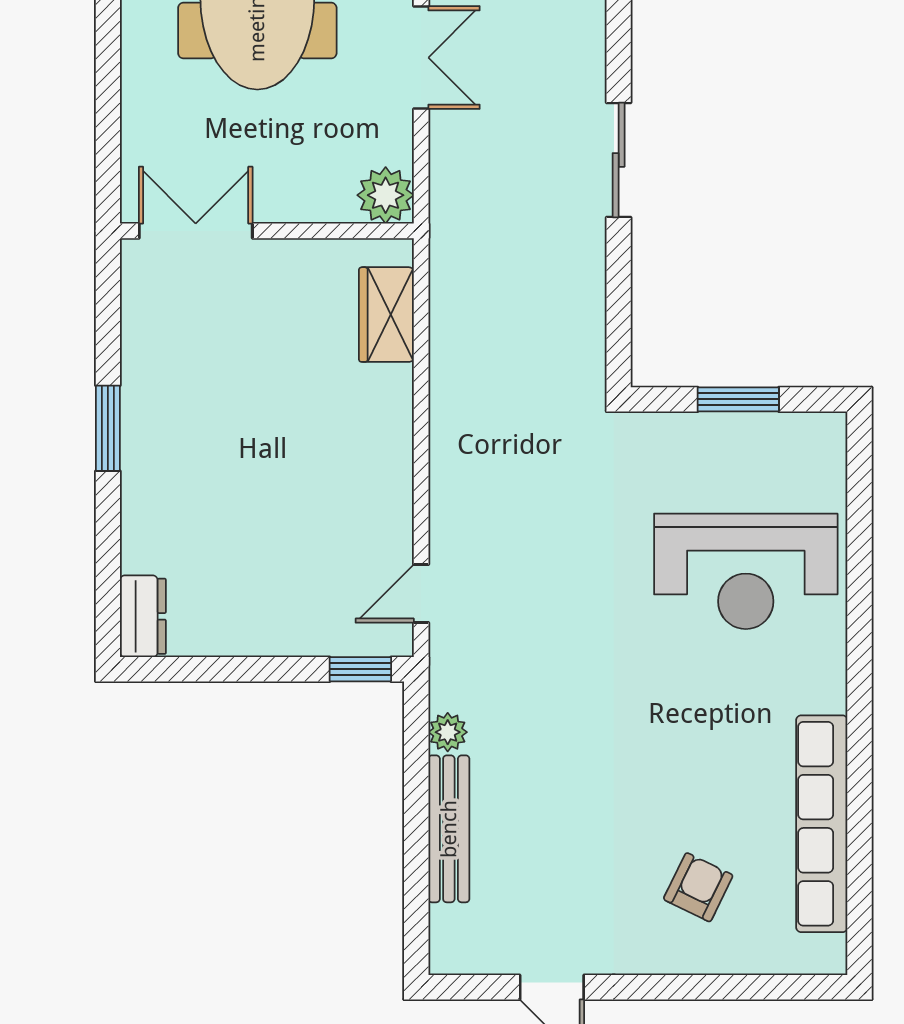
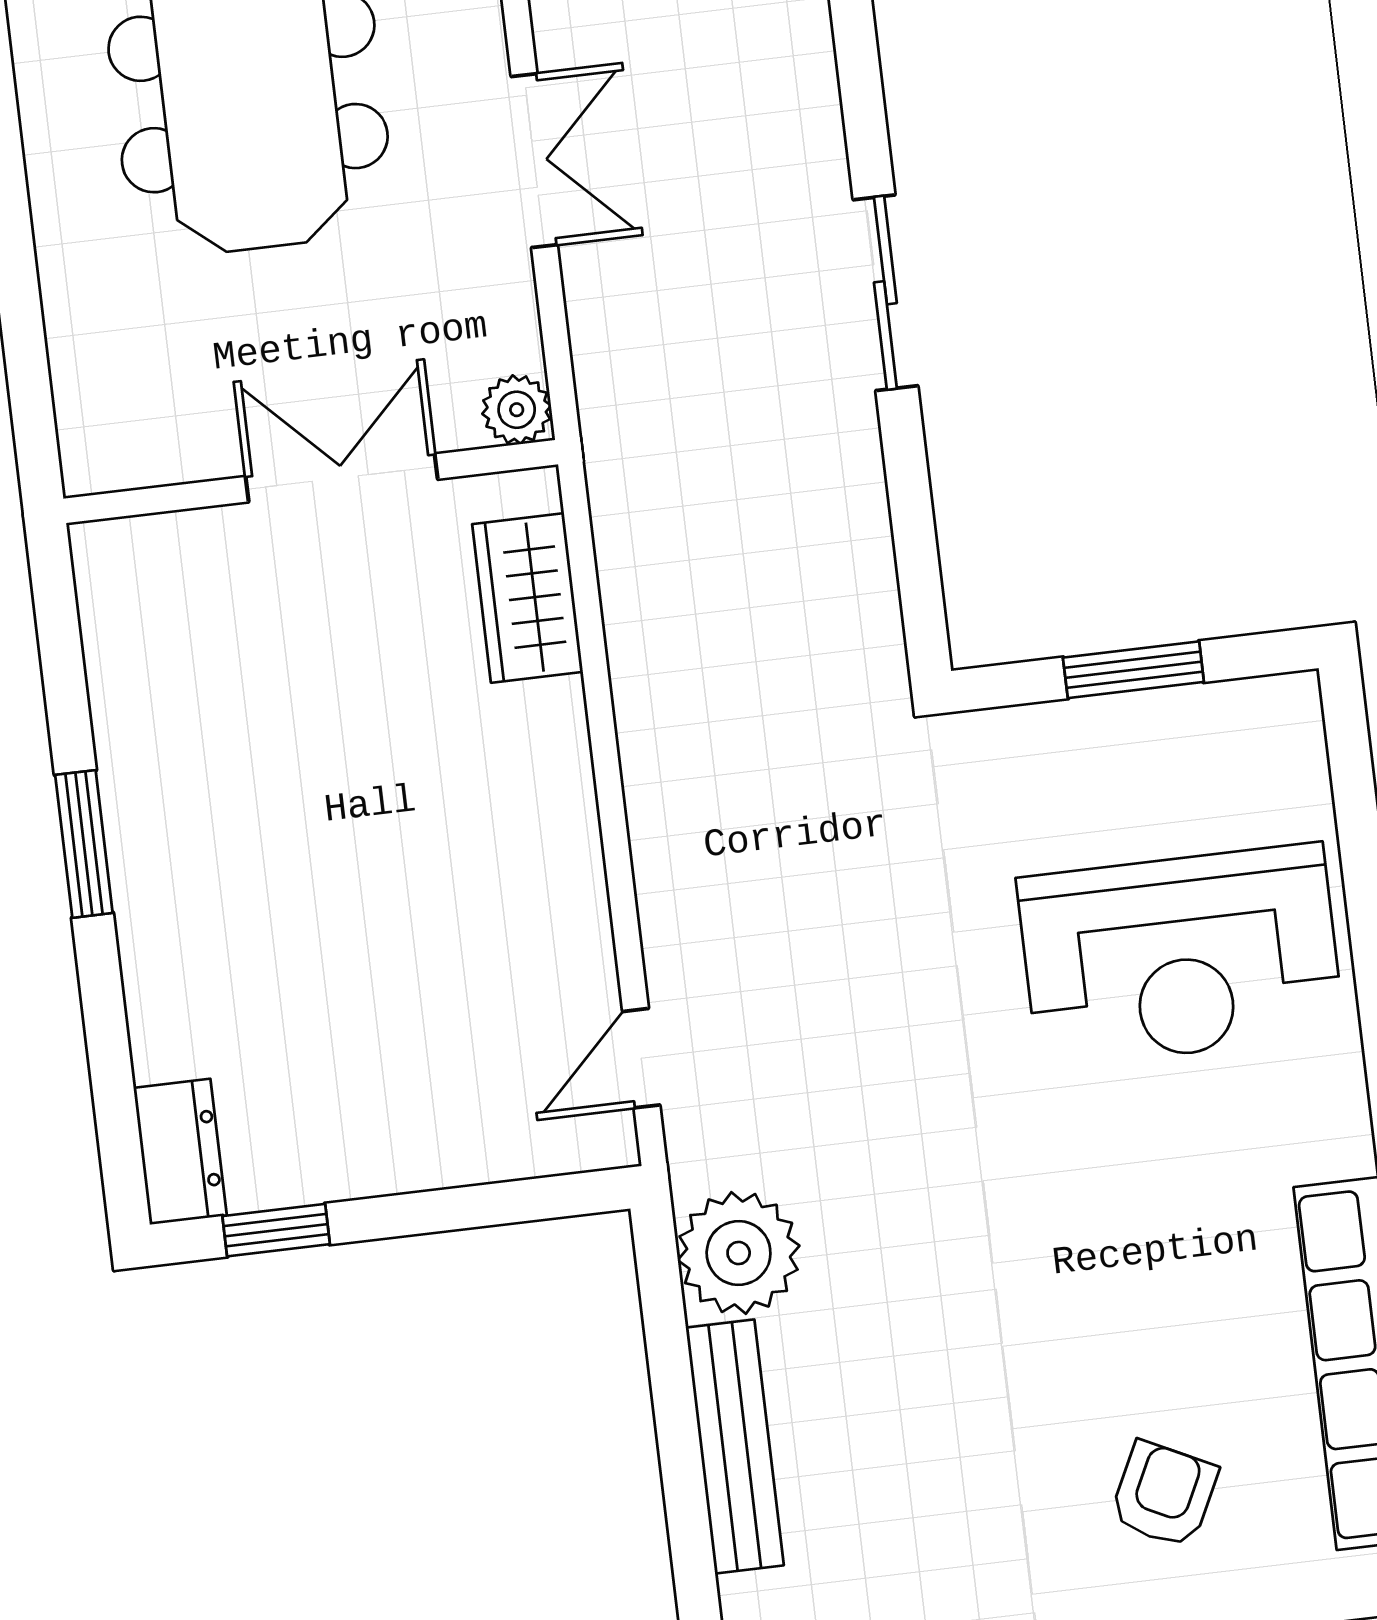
plant: (386, 195) -> (517, 410), width x0.73, depth x0.73
double door: (196, 231) -> (342, 478), moved
window: (360, 669) -> (276, 1230), moved
plant: (448, 732) -> (739, 1253), width x1.88, depth x1.88

